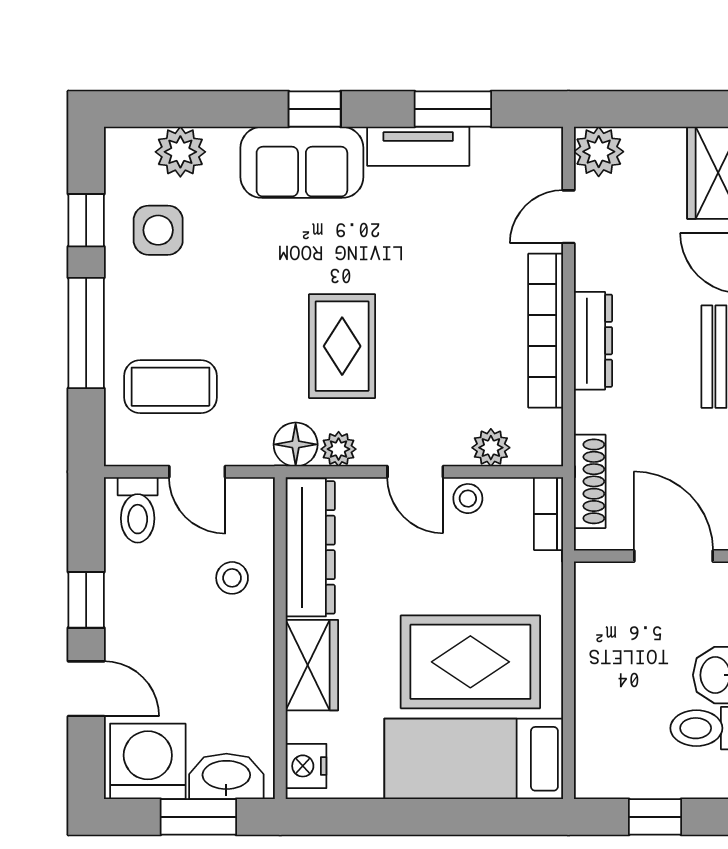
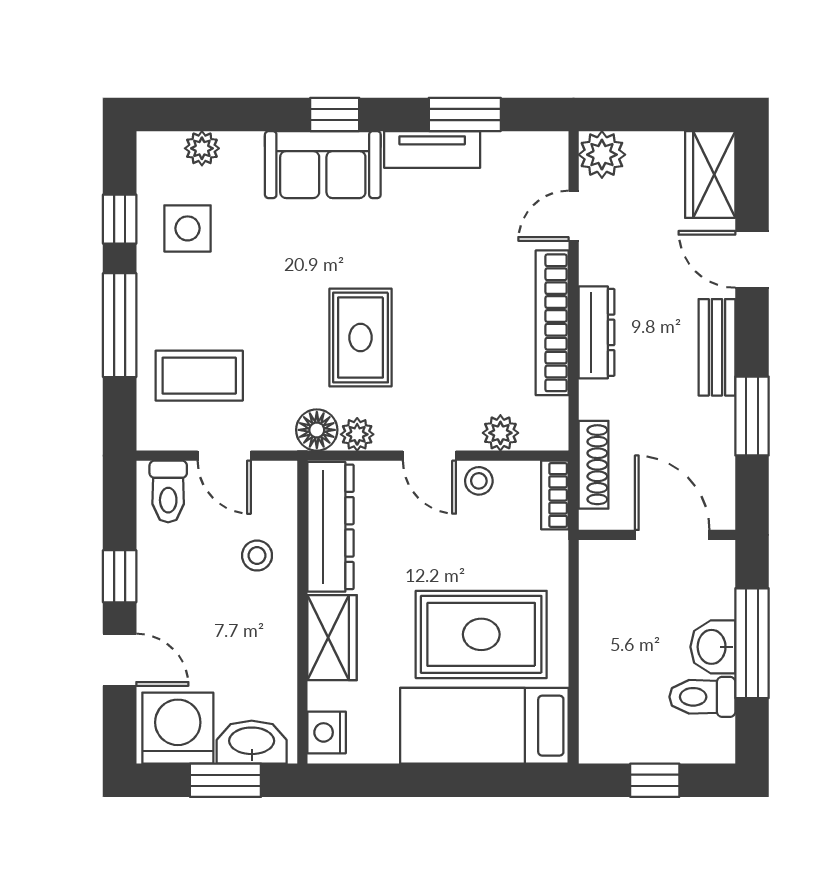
plant: (180, 152) -> (202, 148), width x0.73, depth x0.73

